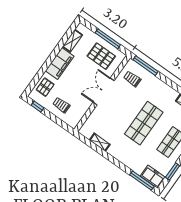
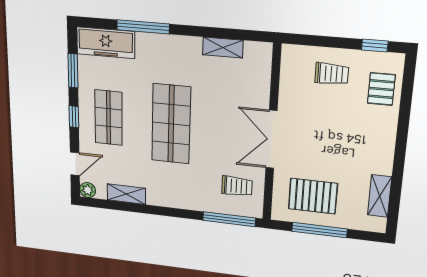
filing cabinet: (60, 63) -> (379, 145), removed
double door: (104, 91) -> (271, 139), swing flipped
freezer: (153, 177) -> (106, 43), width x1.40
window: (142, 180) -> (143, 27), moved

